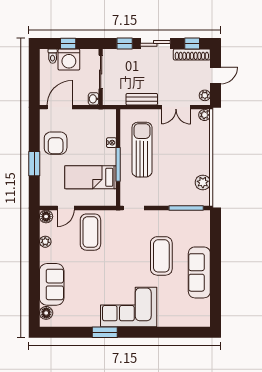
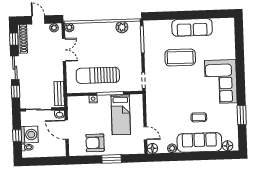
bench: (142, 99) -> (59, 93), moved
door: (60, 107) -> (67, 130), moved
armchair: (56, 143) -> (95, 143), turned 180
coffee table: (90, 232) -> (199, 117), moved, width x0.54, depth x0.58
sofa: (52, 284) -> (199, 142), width x1.36
window: (105, 332) -> (242, 115), moved

